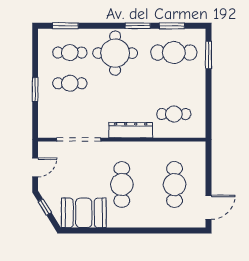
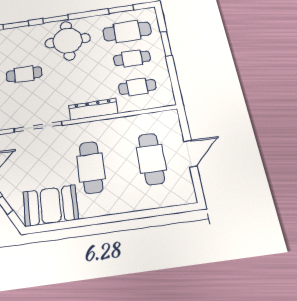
window: (138, 26) -> (56, 19), moved
cafe table: (70, 53) -> (132, 58), moved
window: (209, 55) -> (166, 44), moved
door: (209, 207) -> (190, 154), moved

